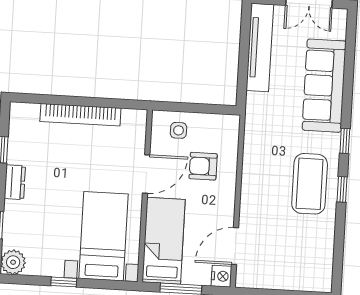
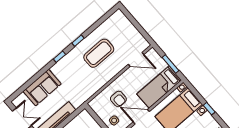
sofa: (324, 86) -> (42, 88), width x0.73
coffee table: (310, 184) -> (99, 53), moved
nightstand: (221, 276) -> (152, 54), removed

